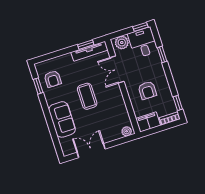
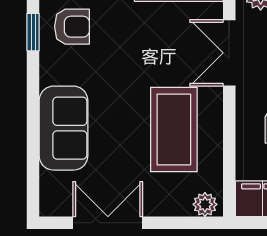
armchair: (53, 79) -> (72, 27), turned -90
coffee table: (87, 96) -> (174, 130), moved, width x1.36, depth x1.32

